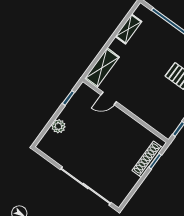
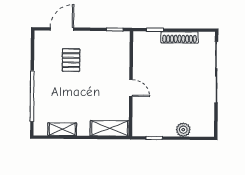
door: (109, 98) -> (131, 88), moved
shoe rack: (147, 159) -> (180, 37), moved

